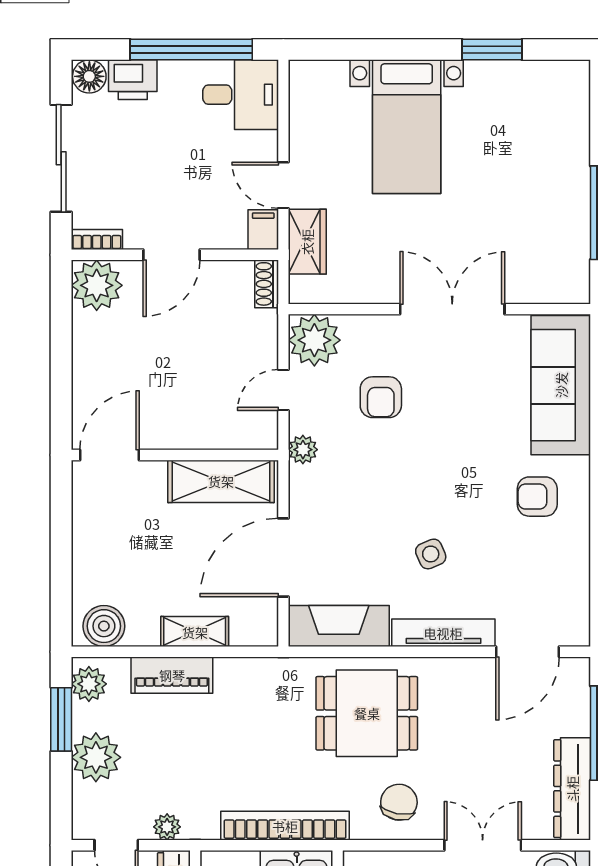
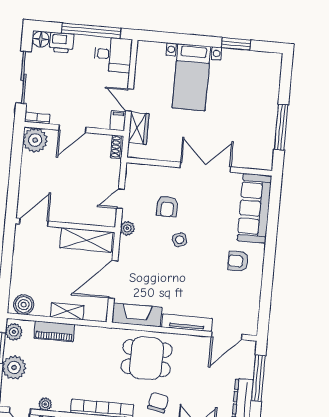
plant: (314, 340) -> (138, 176), removed
side table: (431, 554) -> (180, 240), moved

